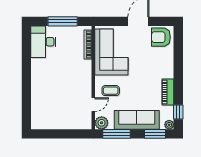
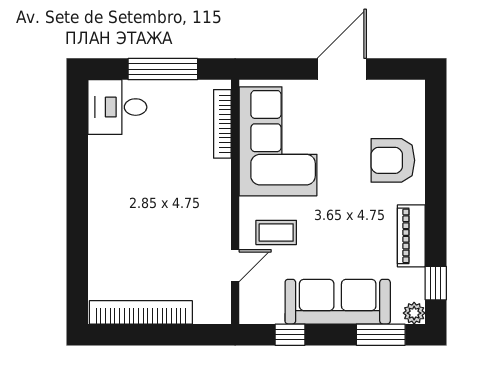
armchair: (161, 37) -> (393, 160), moved
desk: (43, 42) -> (117, 107), width x0.73
plant: (102, 123) -> (255, 309), removed
bookcase: (53, 124) -> (141, 312), added
window: (117, 134) -> (290, 335), width x0.46

